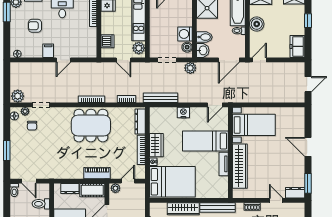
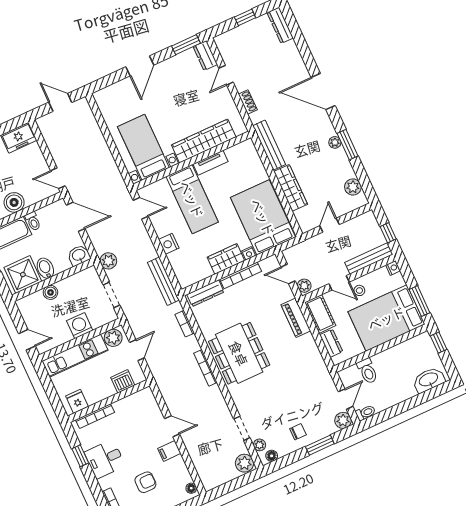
armchair: (35, 26) -> (145, 482), turned -90
washing machine: (185, 34) -> (80, 326), moved, turned 180
bidet: (204, 37) -> (45, 268), moved
boiler: (187, 47) -> (50, 292), moved
chair: (32, 126) -> (298, 432), moved
plant: (16, 173) -> (343, 420), added

